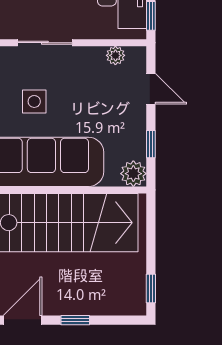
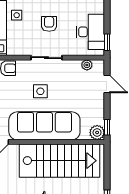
window: (151, 144) -> (107, 127), moved

